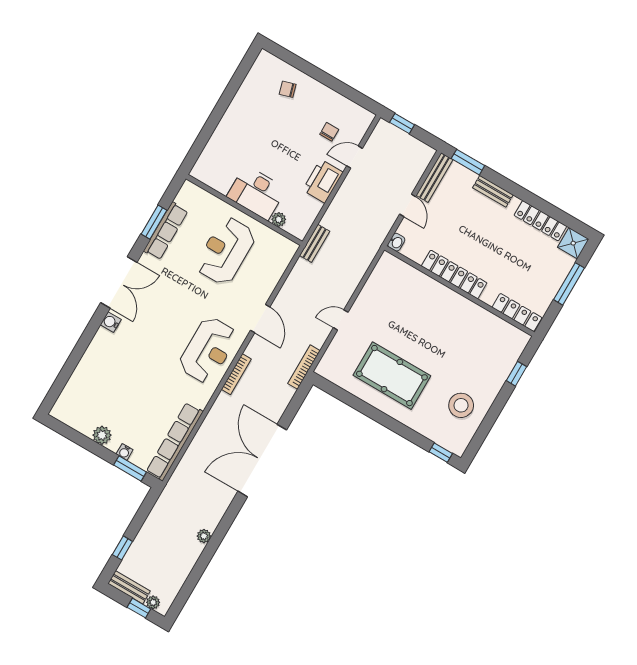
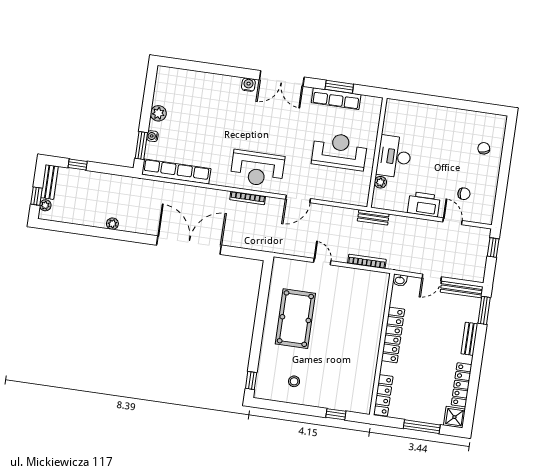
bookcase: (304, 367) -> (367, 261), moved
stool: (461, 405) -> (294, 381), width x0.53, depth x0.53

